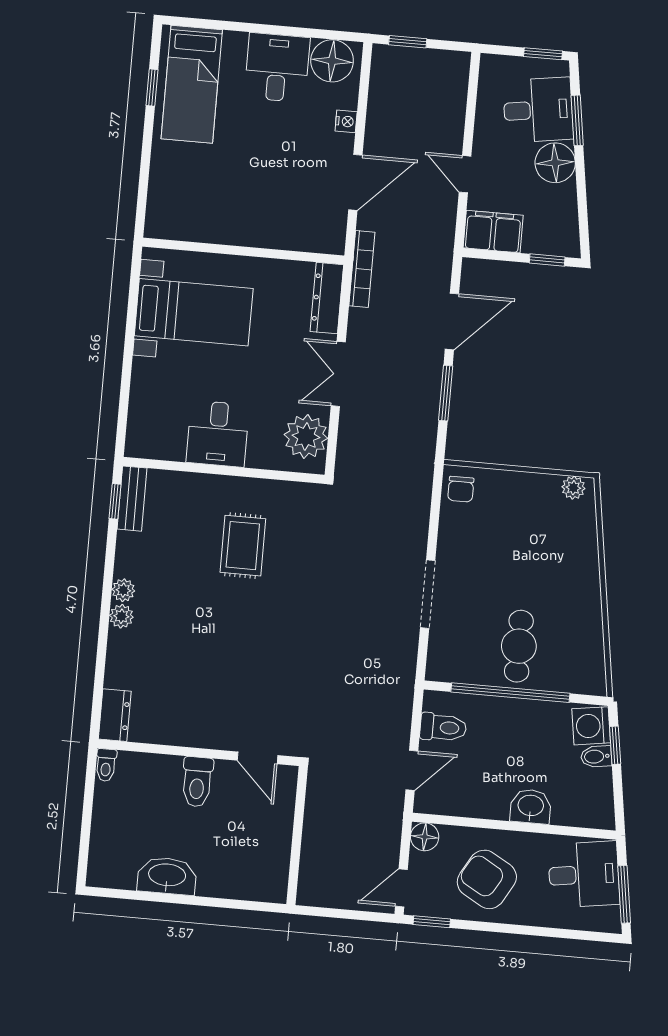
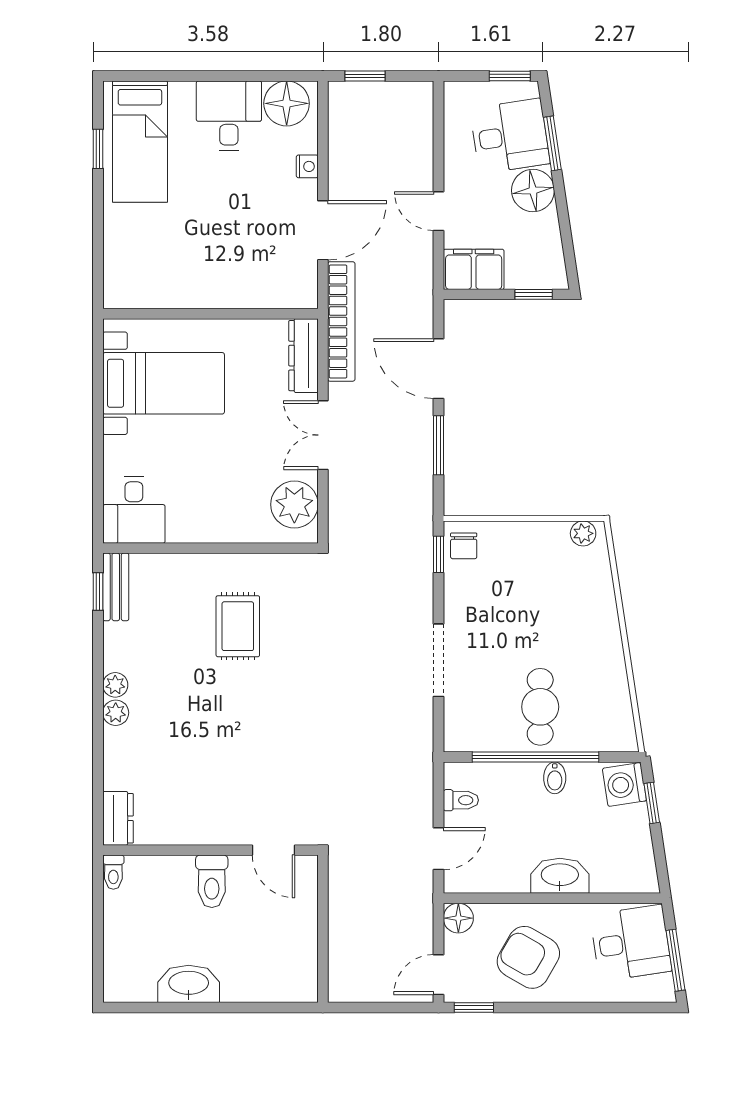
bookcase: (362, 269) -> (341, 321), width x1.48, depth x1.31
door: (452, 321) -> (438, 369), swing flipped
desk: (218, 434) -> (134, 510), moved
window: (436, 495) -> (438, 554), added
toilet: (443, 727) -> (461, 800), width x0.73, depth x0.72
bidet: (596, 756) -> (555, 778), moved, turned -81
washbasin: (531, 806) -> (560, 876), width x1.38

